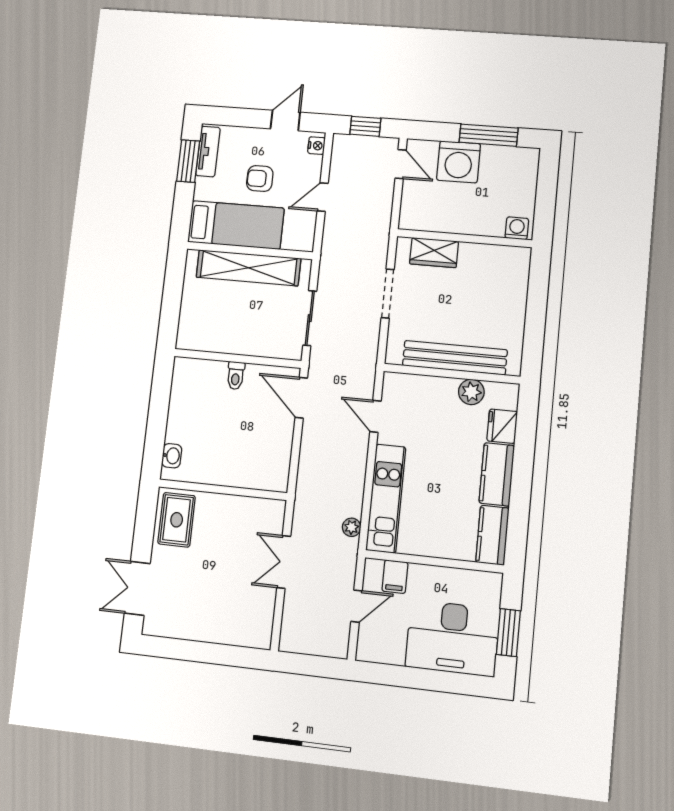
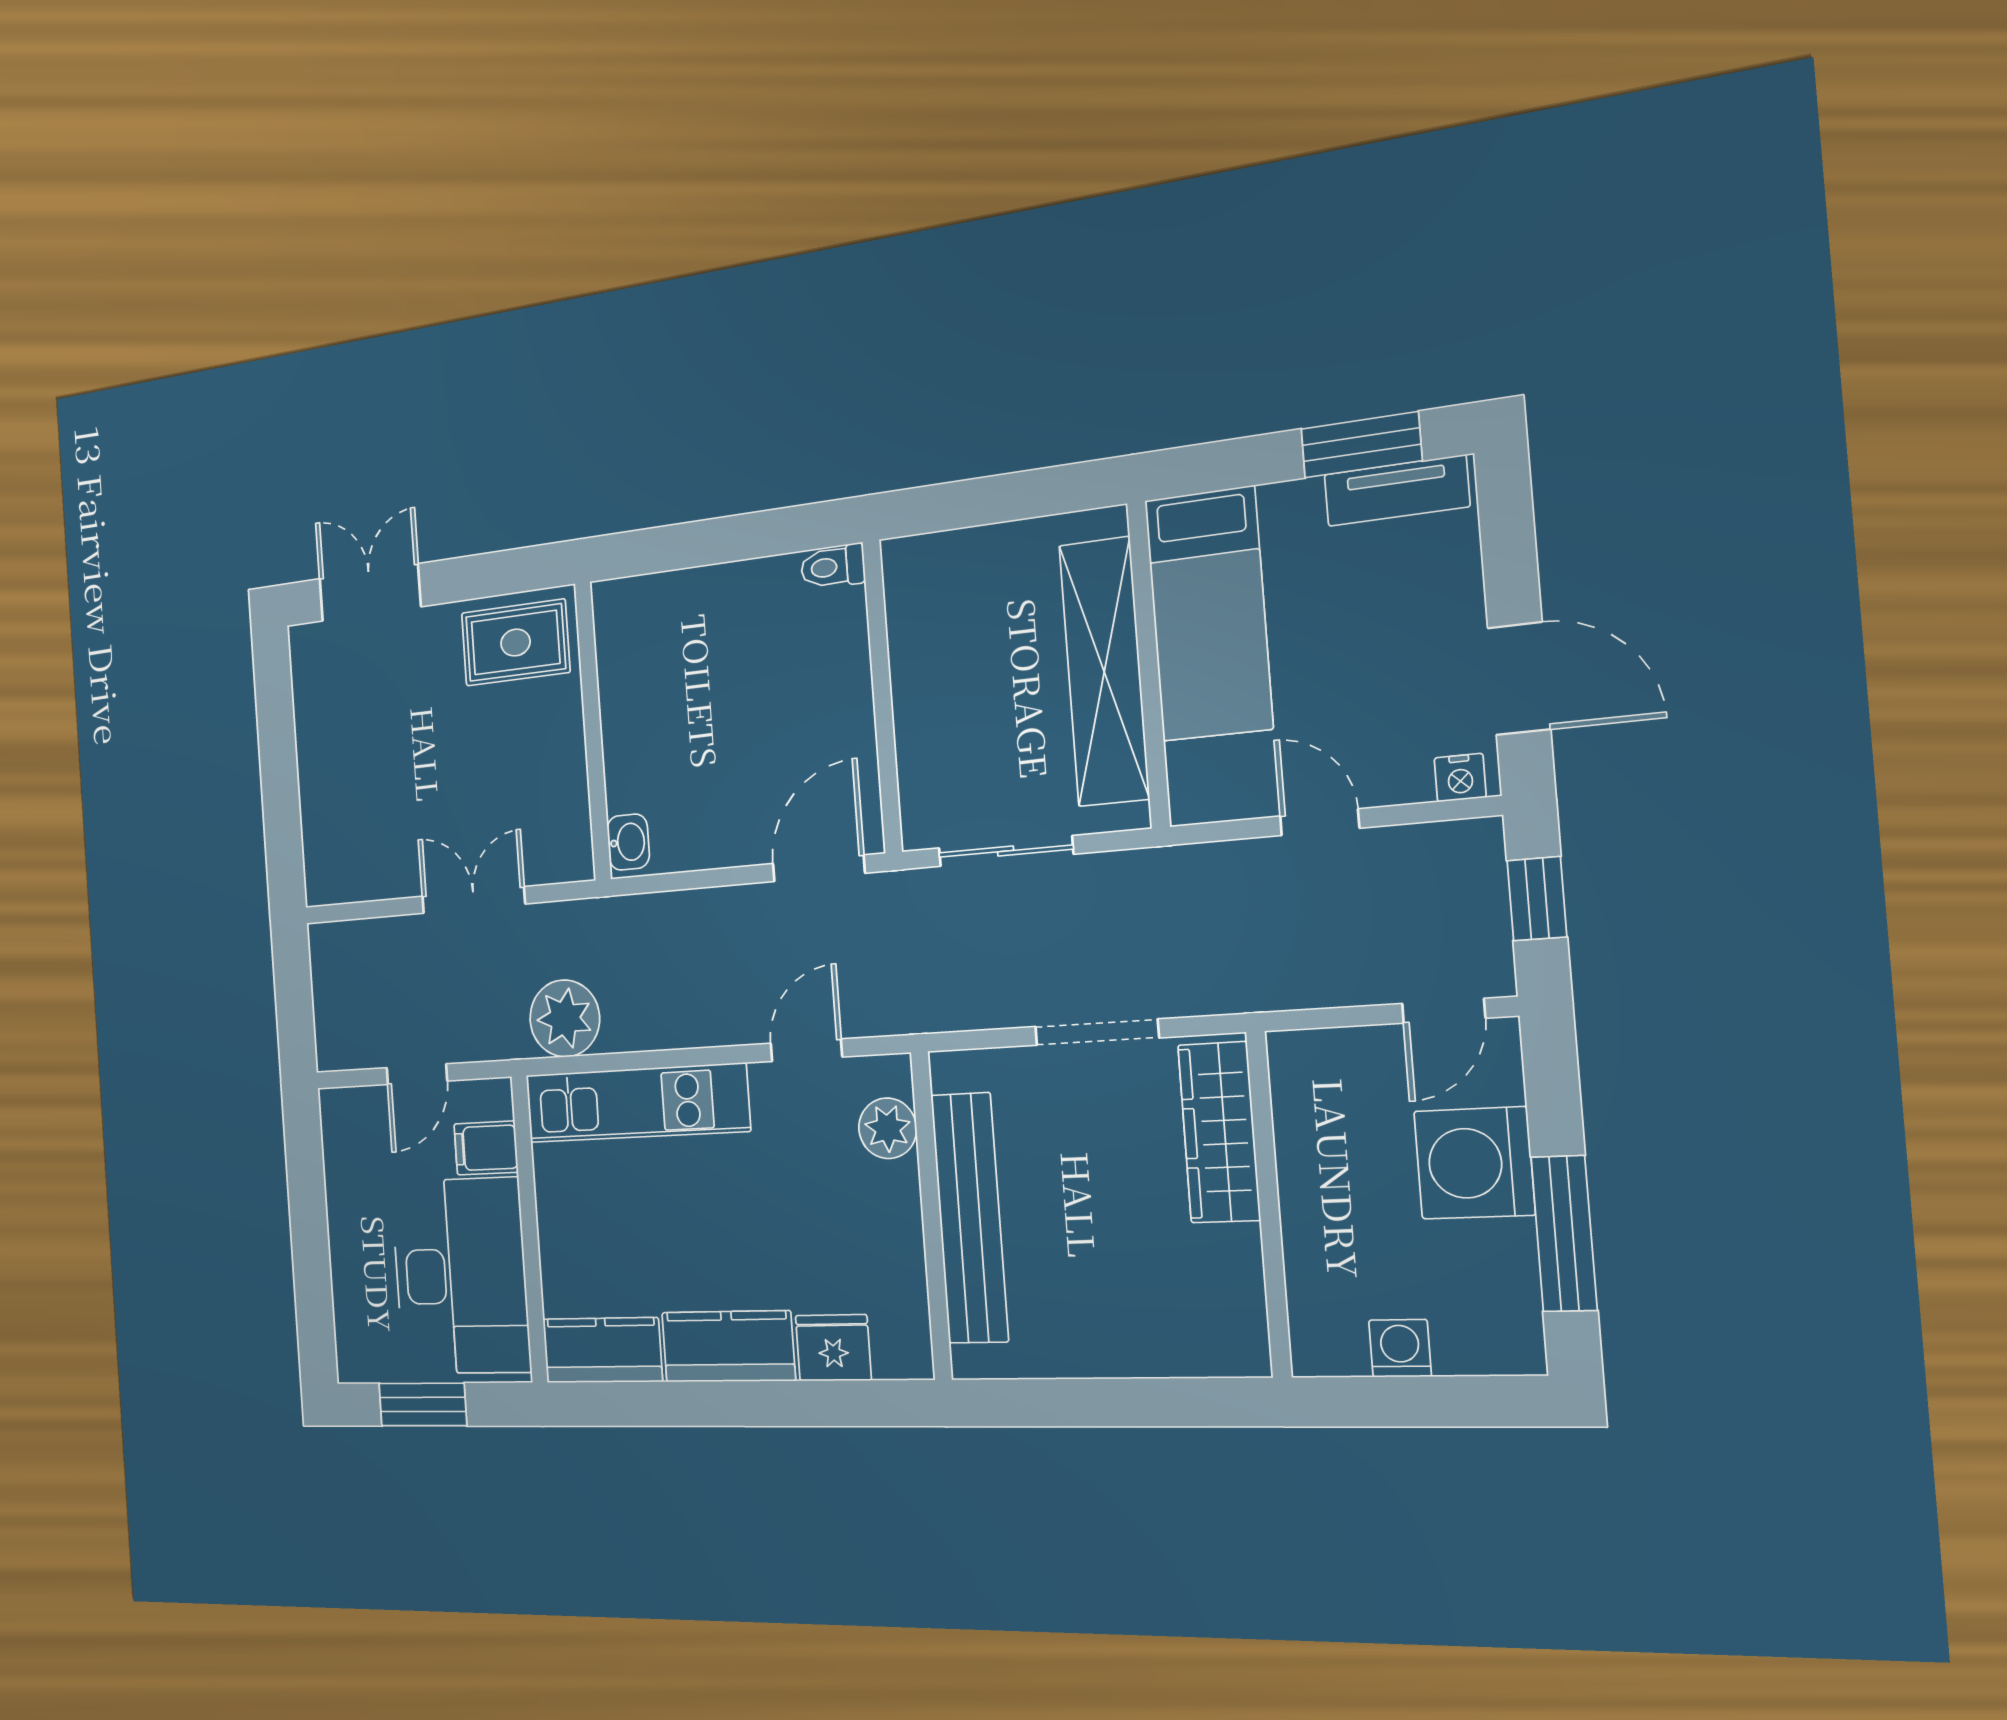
door: (285, 121) -> (1519, 679), width x1.38
armchair: (260, 179) -> (1344, 647), removed
washing machine: (517, 228) -> (1400, 1348), moved, turned -90
wardrobe: (434, 253) -> (1219, 1132), width x1.50
toilet: (236, 375) -> (833, 567), moved
plant: (471, 392) -> (888, 1128), moved
washbasin: (172, 456) -> (628, 842), moved, turned -90
plant: (352, 527) -> (565, 1018), width x1.88, depth x1.88
door: (356, 606) -> (417, 1074), hinge flipped
desk: (453, 638) -> (461, 1276), moved, turned 180

